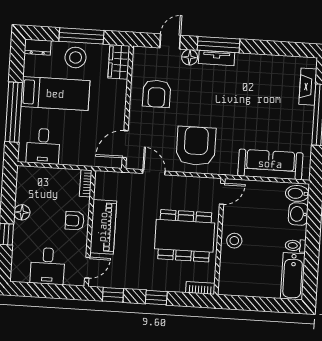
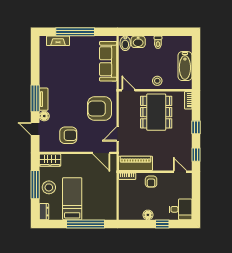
desk: (43, 146) -> (106, 204), removed
piano: (103, 227) -> (136, 163), moved
desk: (48, 266) -> (181, 209), moved
bathtub: (293, 276) -> (185, 66), moved, turned 90

